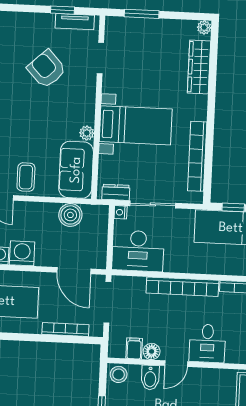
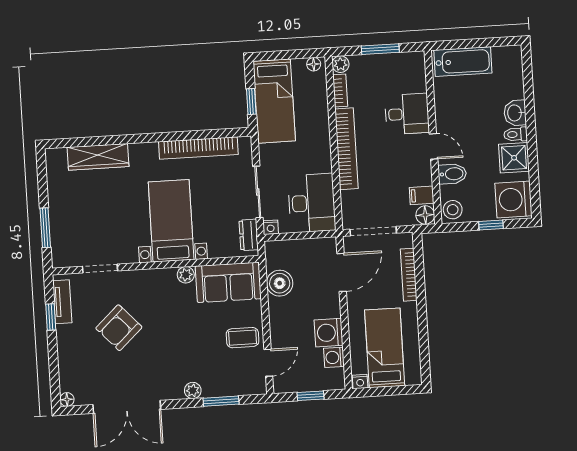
plant: (204, 27) -> (53, 156), removed
floor lamp: (152, 351) -> (425, 215), moved

